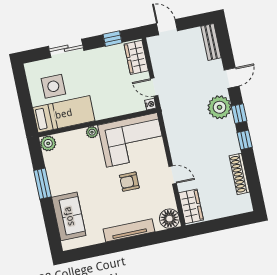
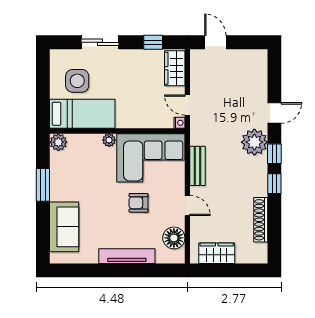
bench: (211, 42) -> (197, 166), moved
wardrobe: (191, 206) -> (217, 253), moved, turned -90
floor lamp: (169, 219) -> (174, 238), moved

